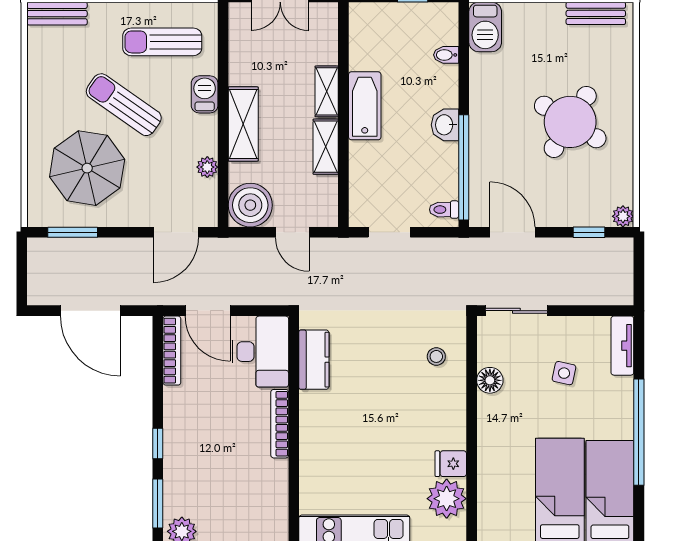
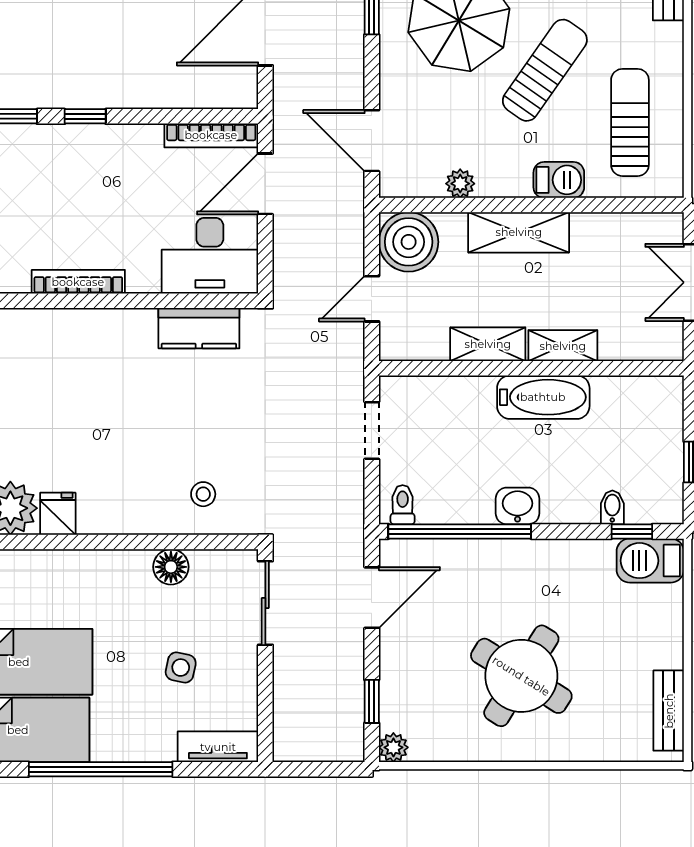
window: (464, 40) -> (632, 531), added
bookcase: (280, 424) -> (78, 282), moved

